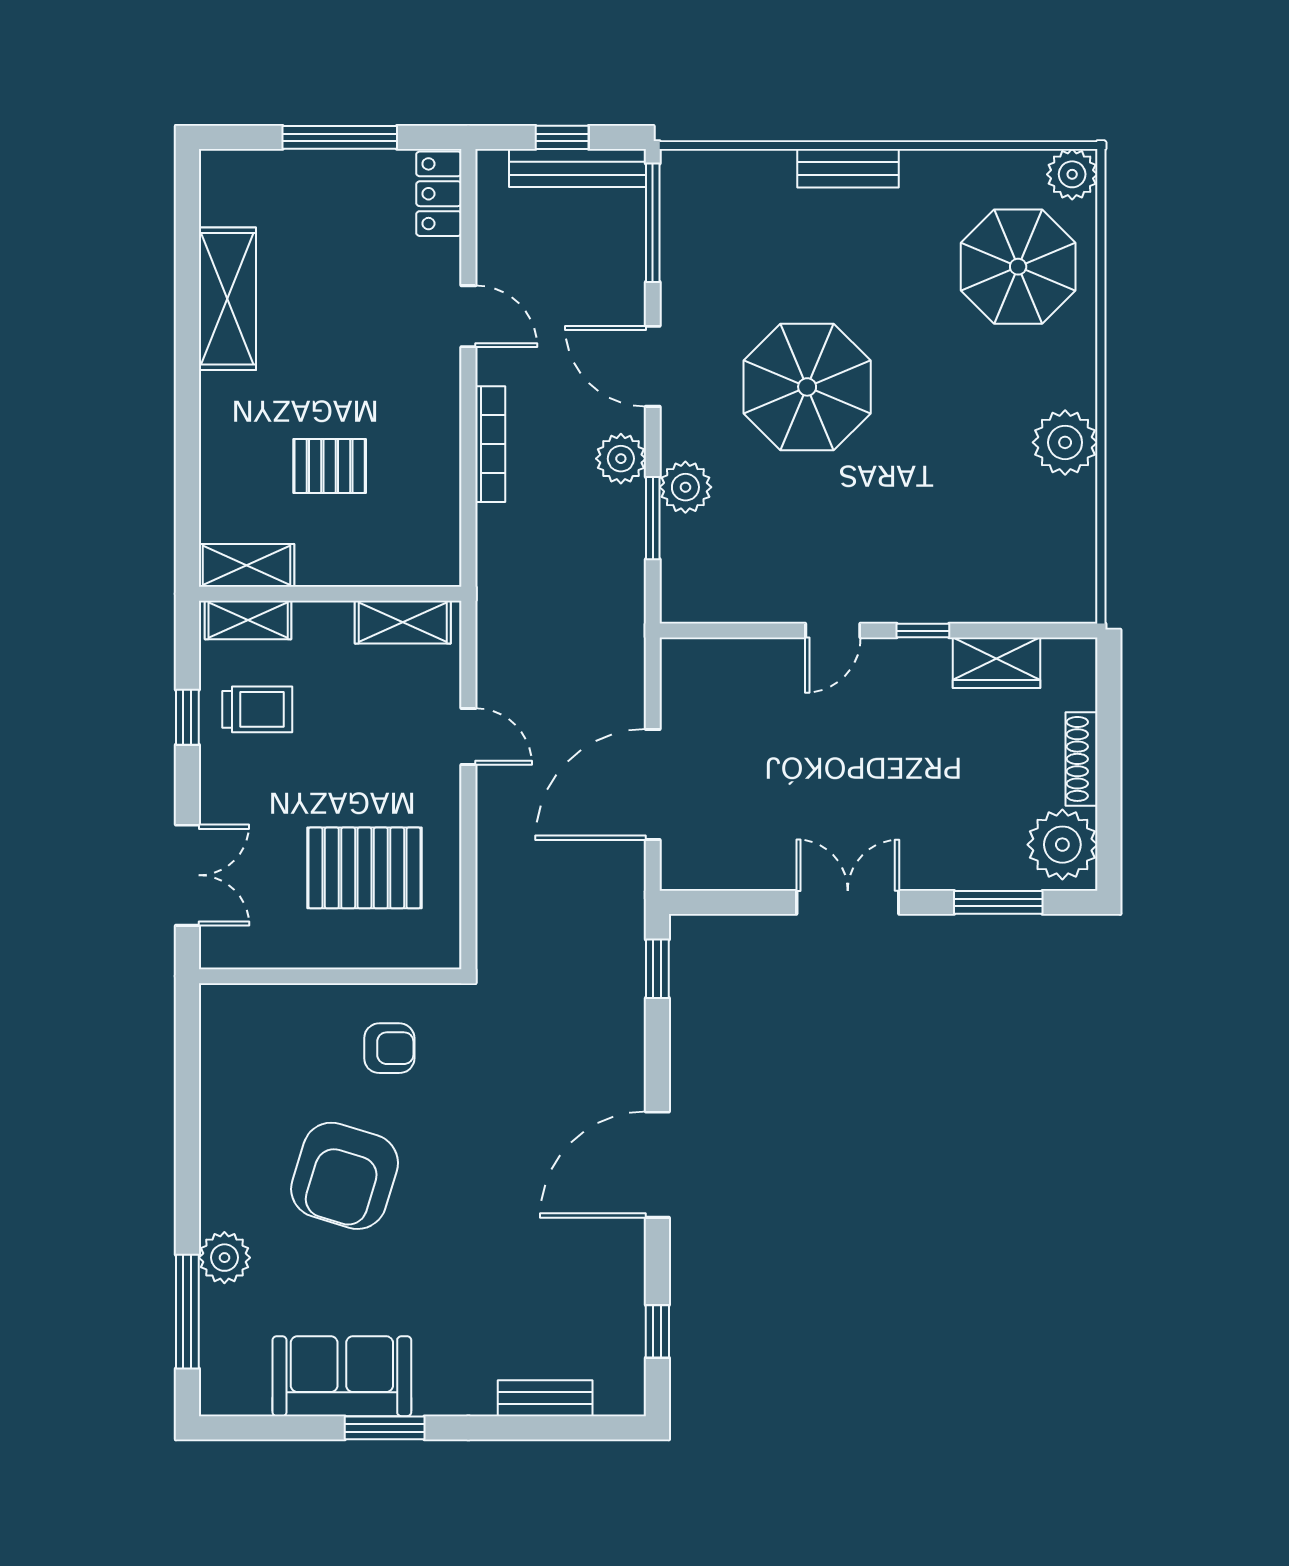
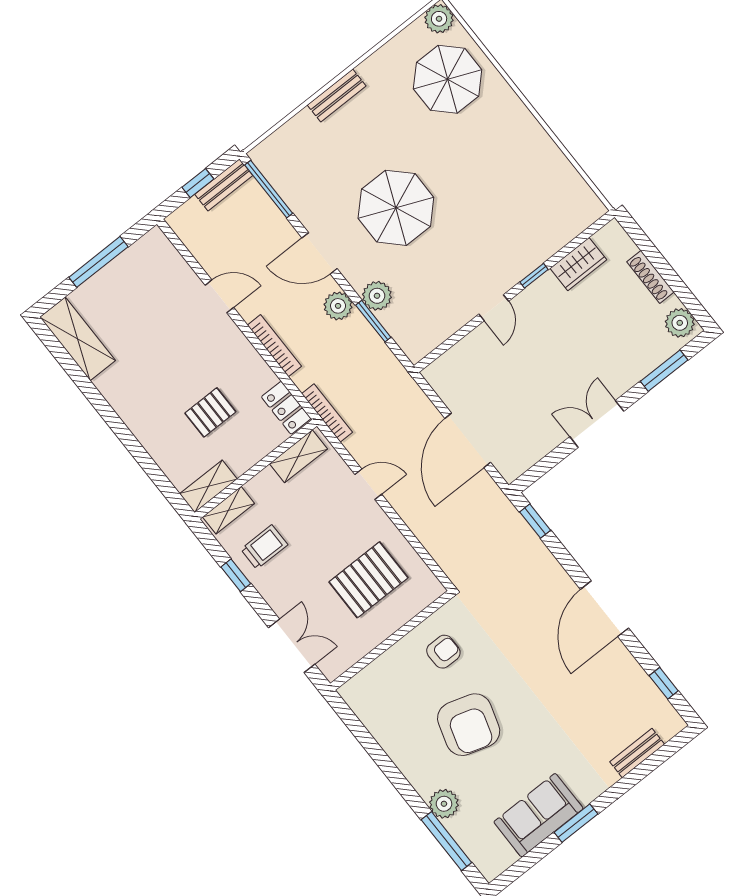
bench: (578, 168) -> (224, 185), width x0.73
locker: (439, 194) -> (286, 408), moved
shelving: (227, 299) -> (78, 339), moved
plant: (1065, 442) -> (531, 141), removed
bookcase: (489, 594) -> (327, 413), added
plant: (1062, 845) -> (680, 323), width x0.73, depth x0.73

